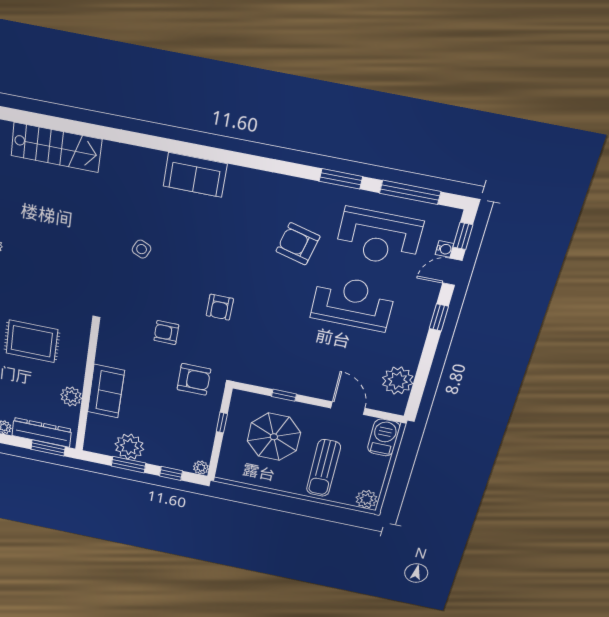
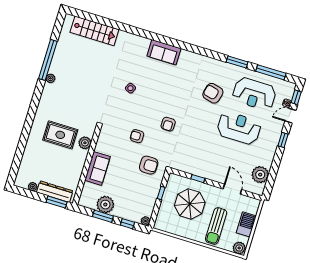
plant: (71, 396) -> (85, 143), moved
barbecue: (384, 437) -> (246, 224), moved

